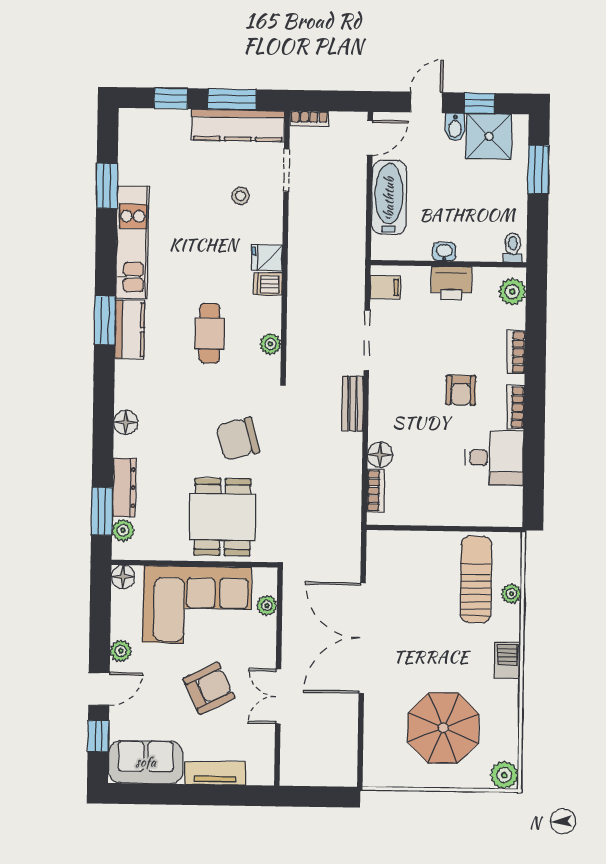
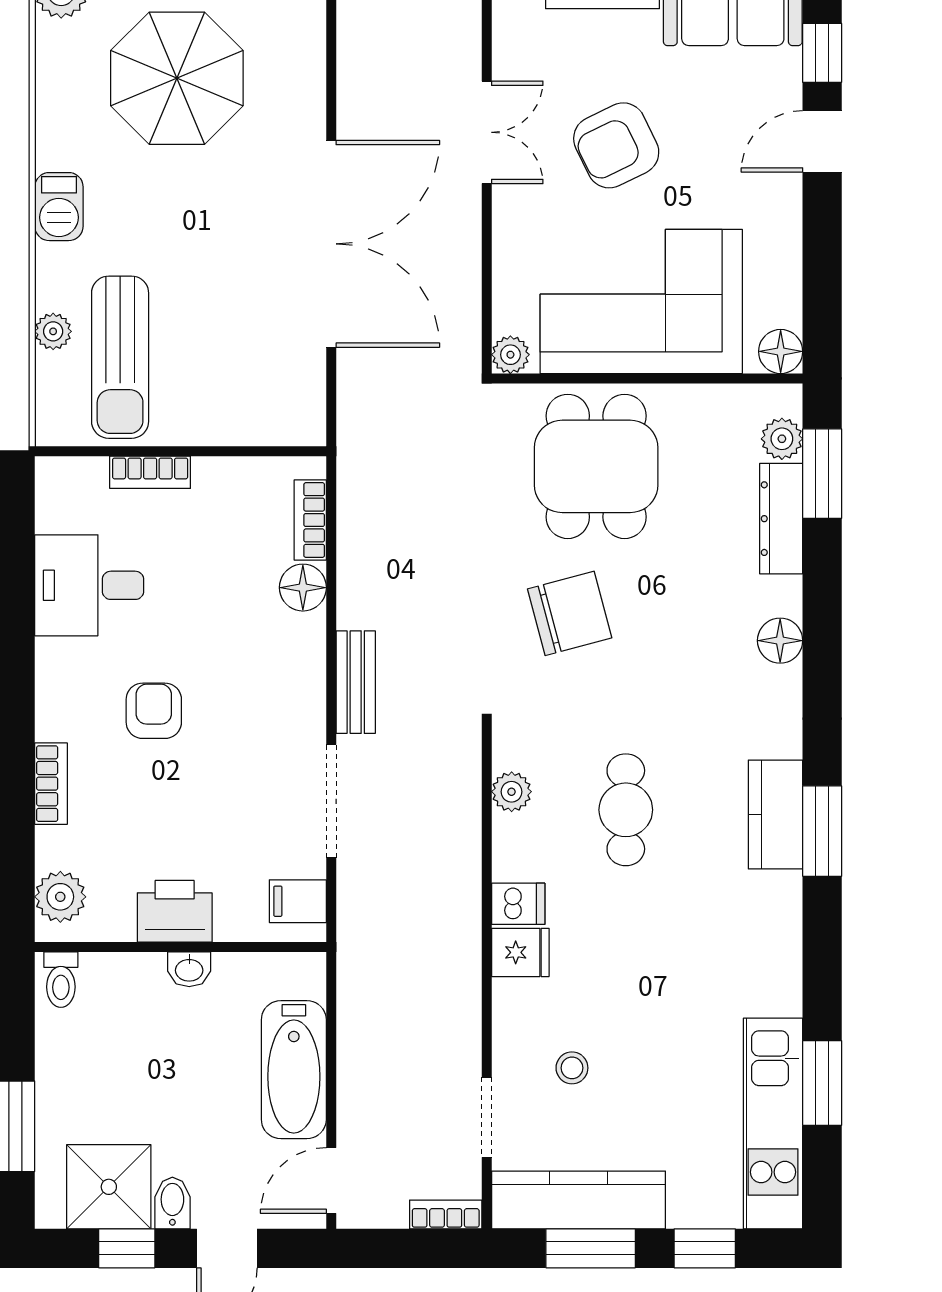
kitchen unit: (132, 242) -> (773, 1124), moved
bookcase: (516, 407) -> (150, 472), moved, turned 90
plant: (267, 605) -> (510, 355), moved
plant: (121, 651) -> (783, 213), removed

